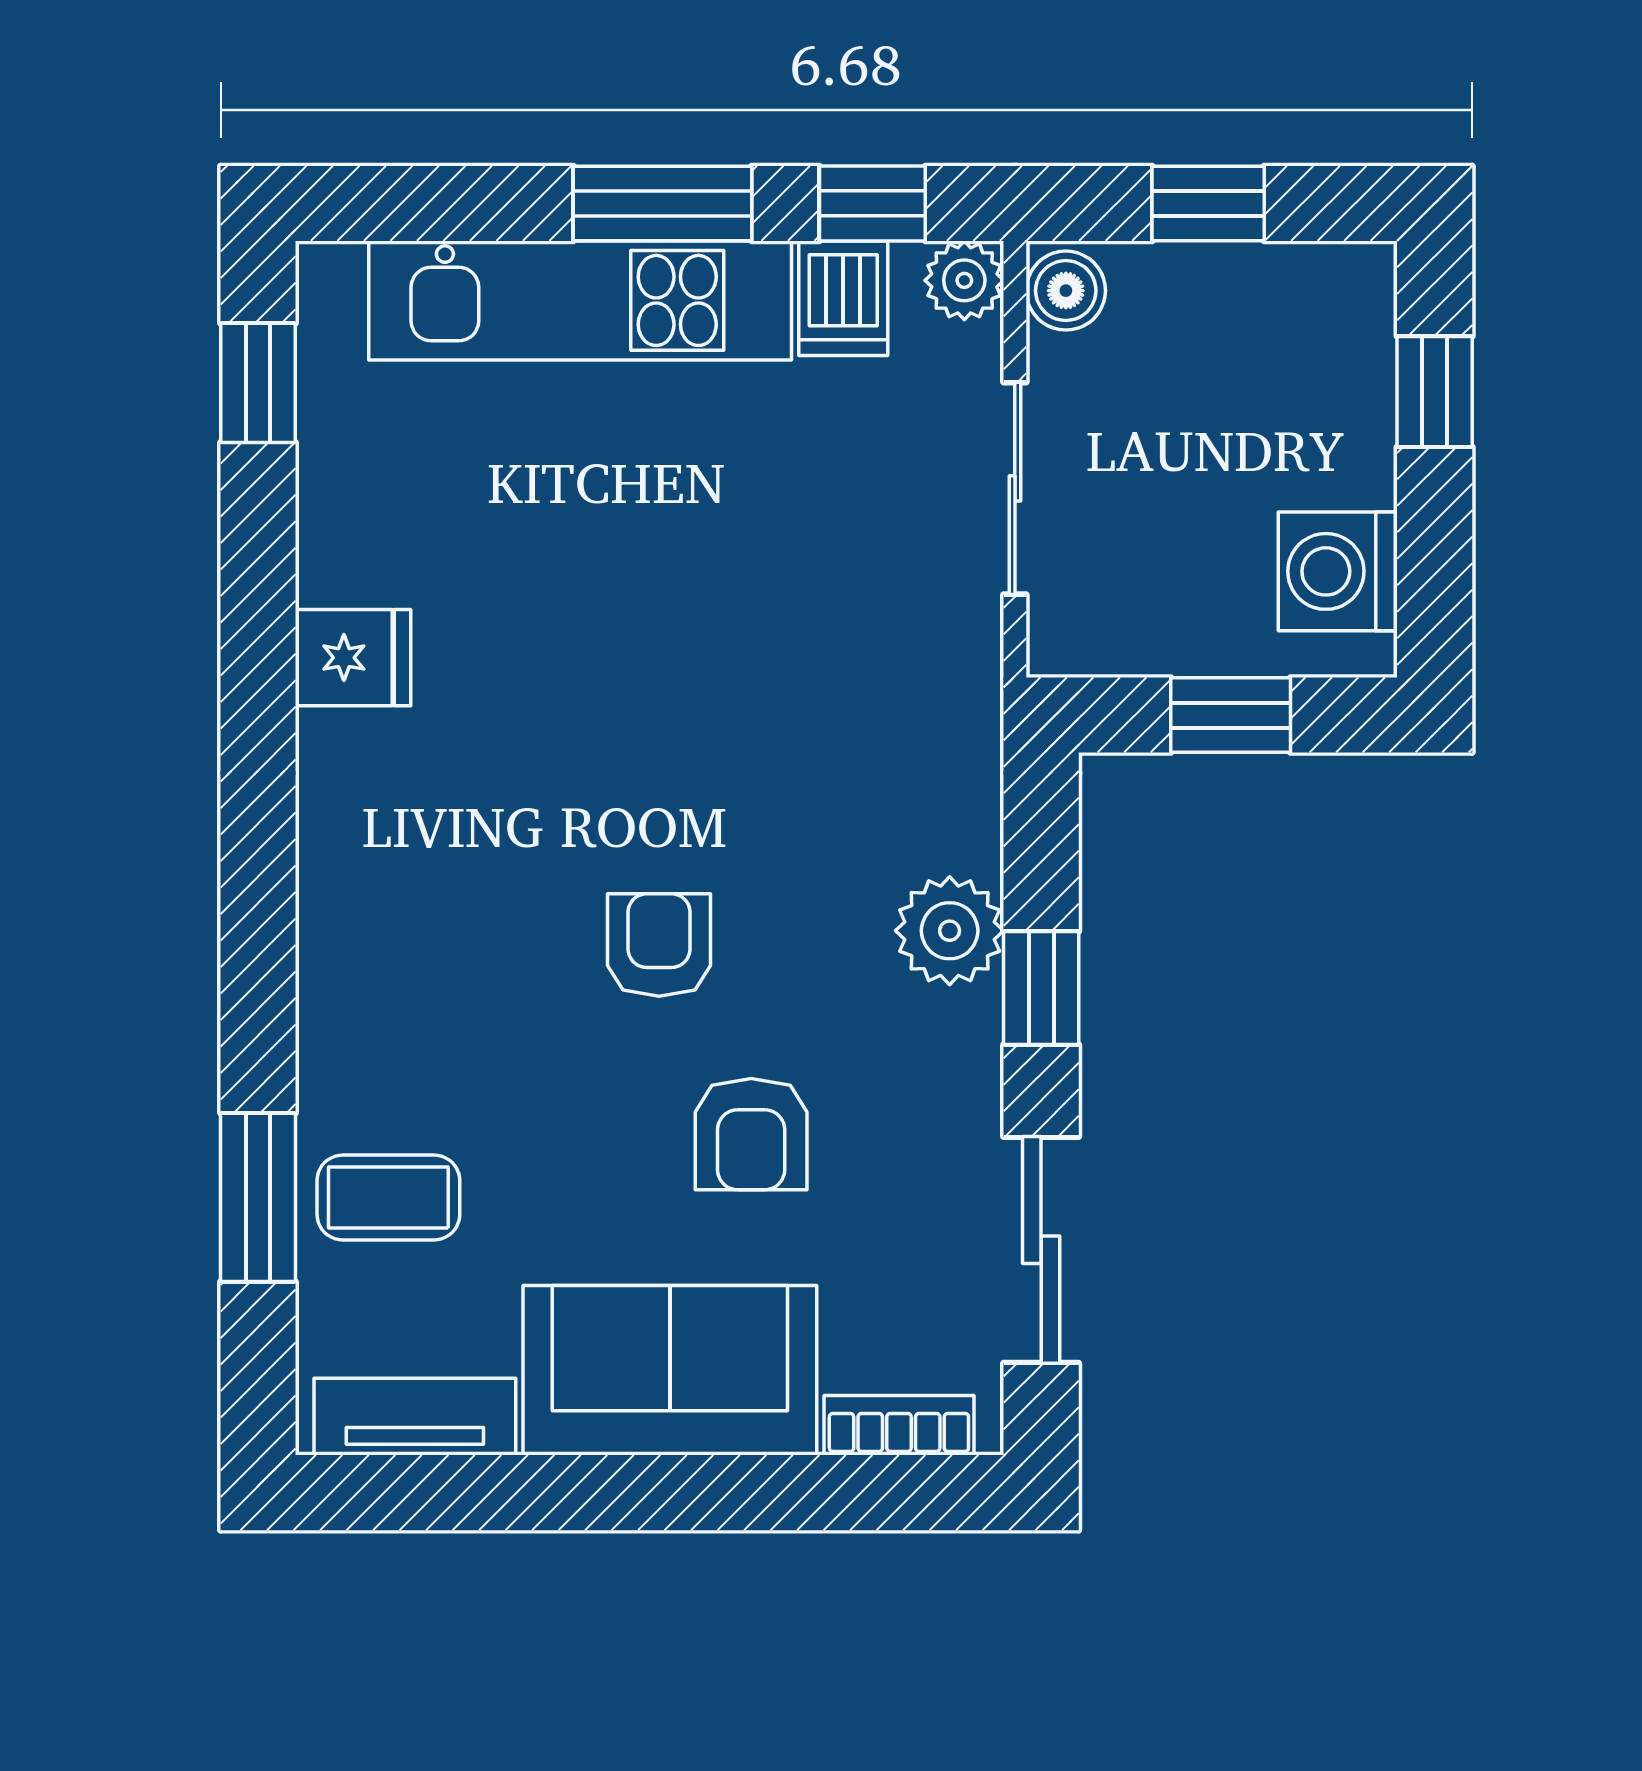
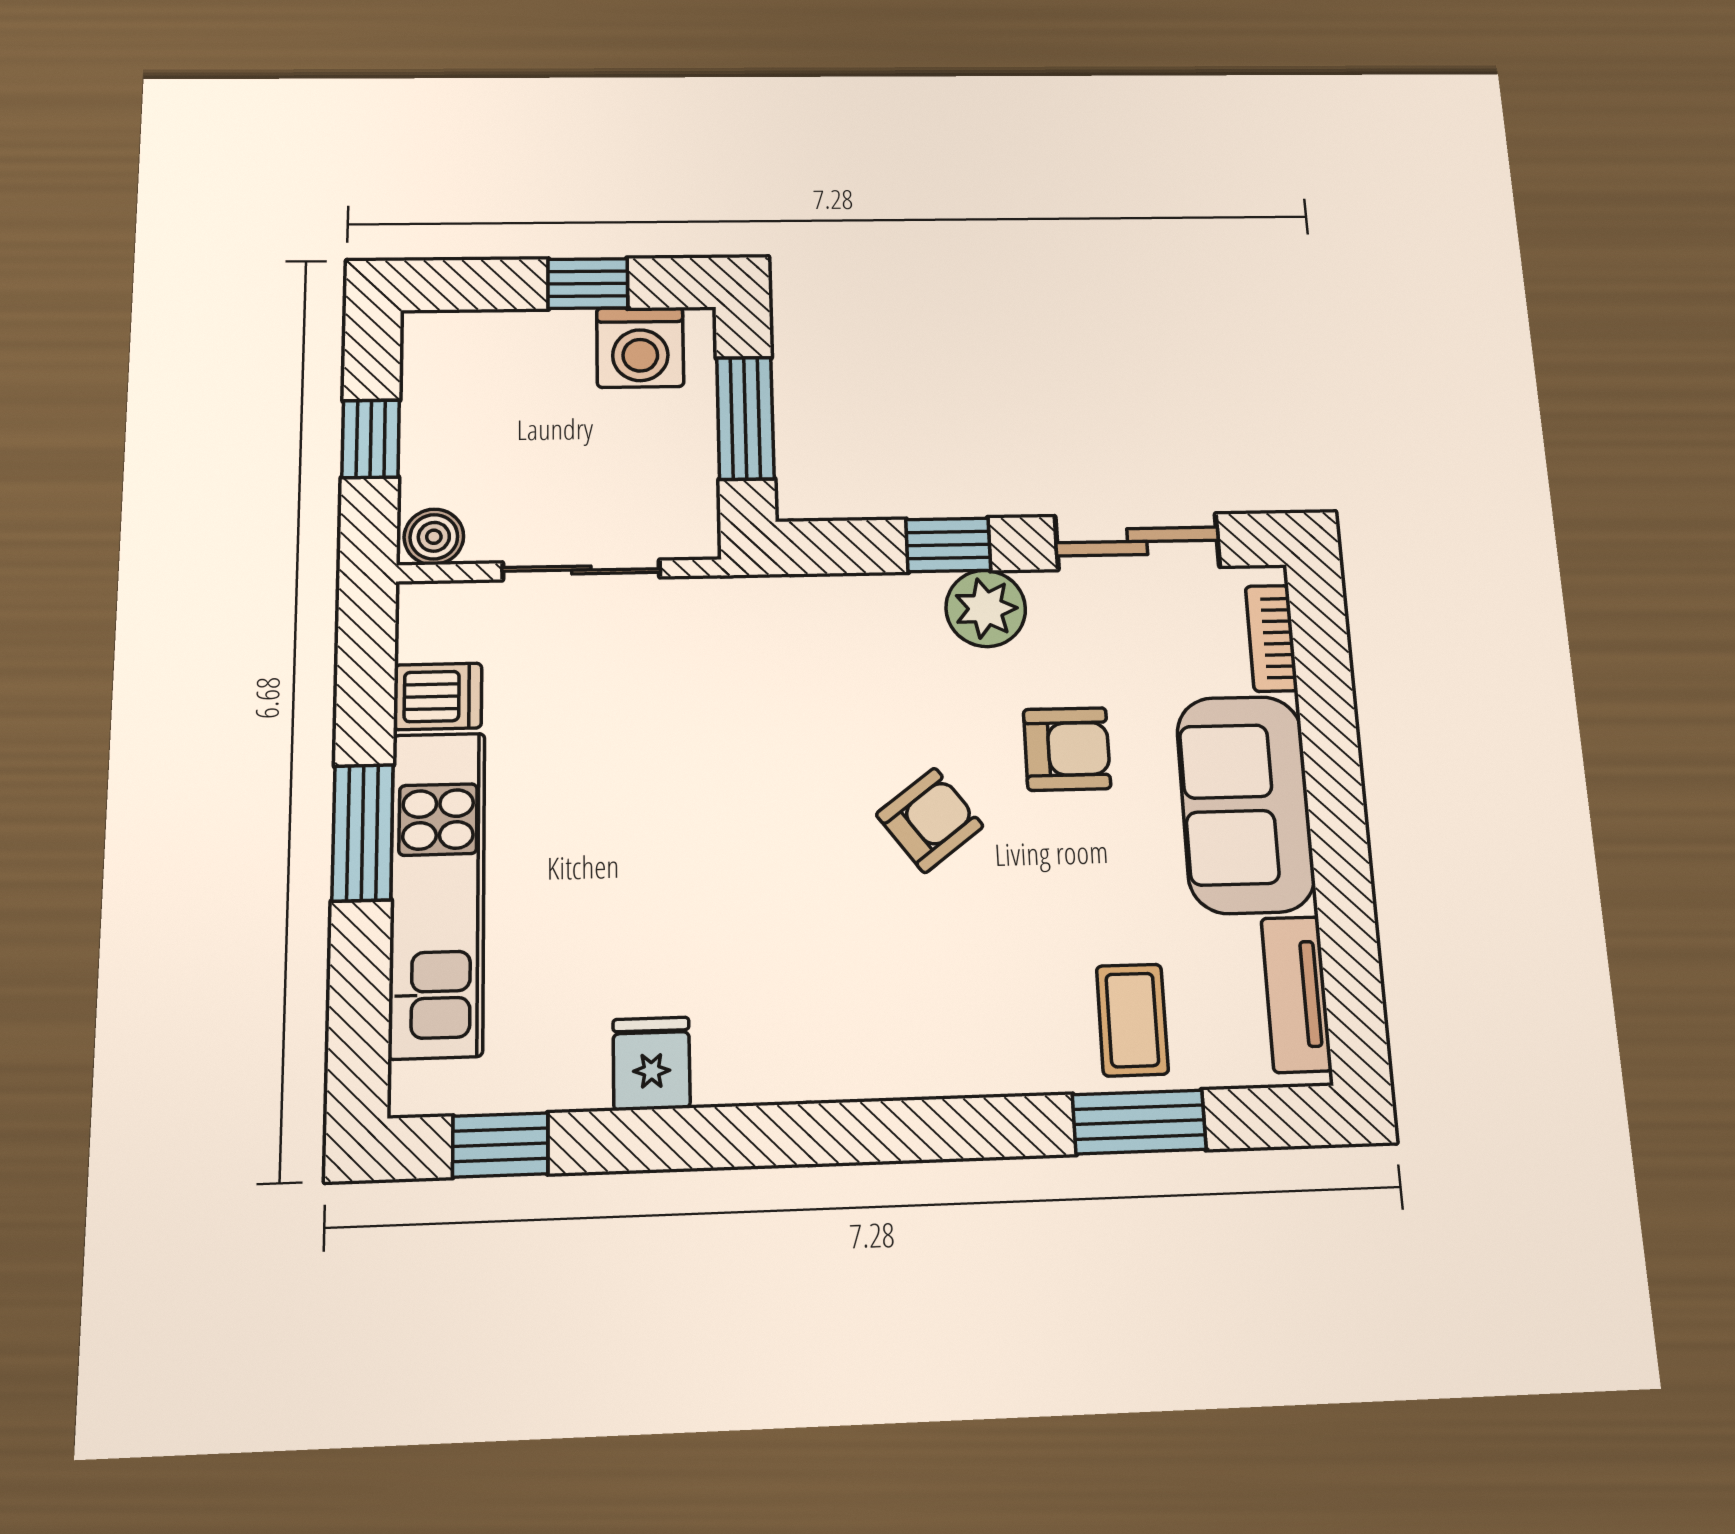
window: (872, 203) -> (366, 677), removed
plant: (964, 280) -> (425, 609), removed
window: (1435, 392) -> (588, 284), moved
fridge: (353, 658) -> (651, 1064), moved
window: (1231, 715) -> (745, 418), width x1.50
plant: (950, 931) -> (986, 608), moved
armchair: (659, 945) -> (930, 820), turned 143

